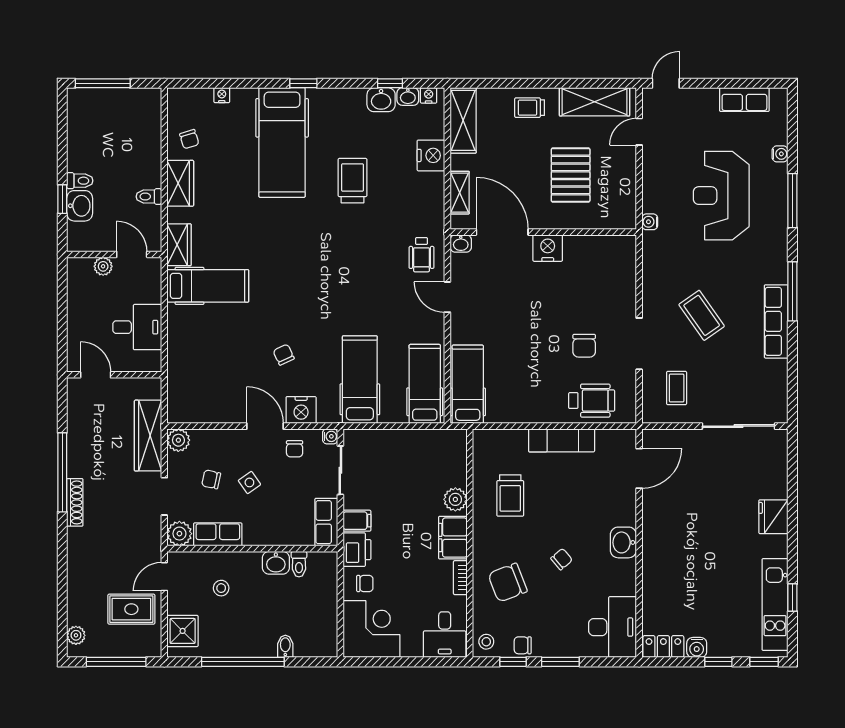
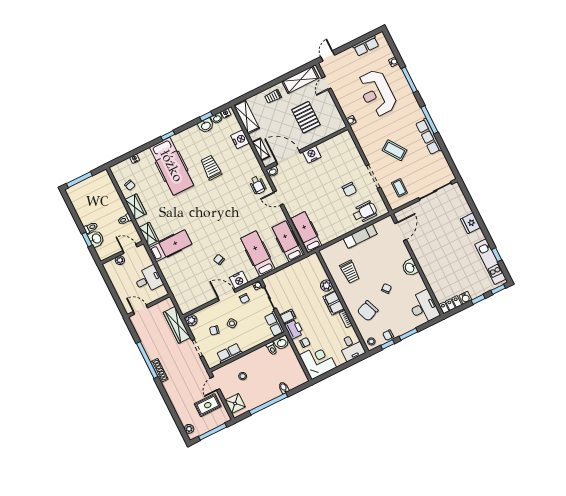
plant: (179, 534) -> (212, 361), removed
washbasin: (276, 563) -> (282, 343), moved

